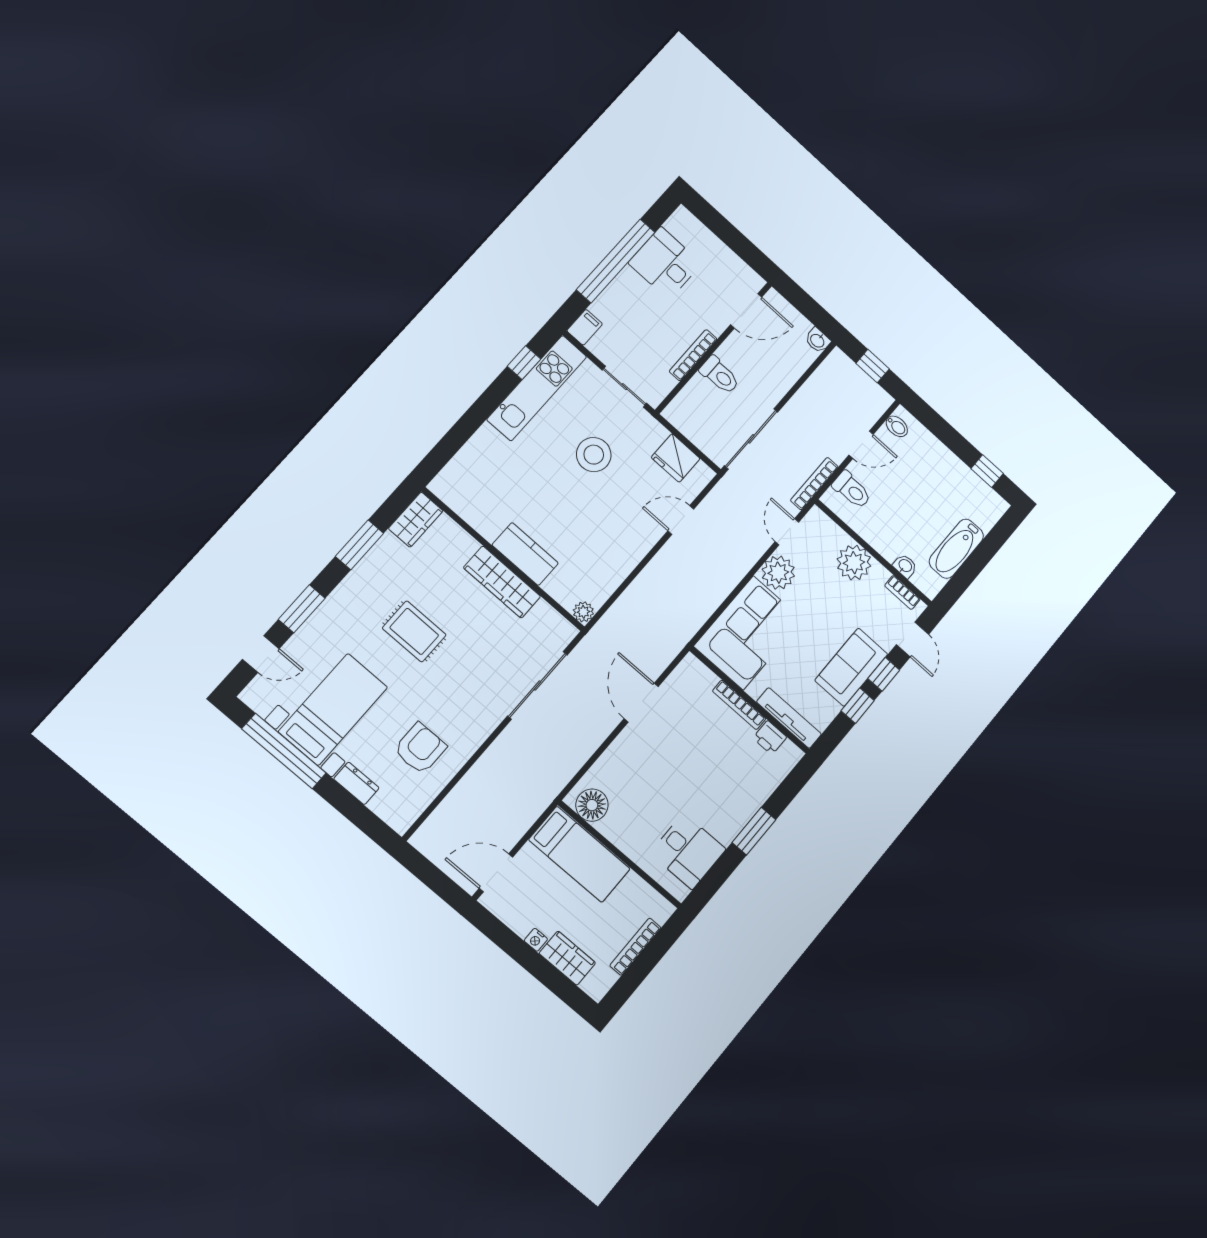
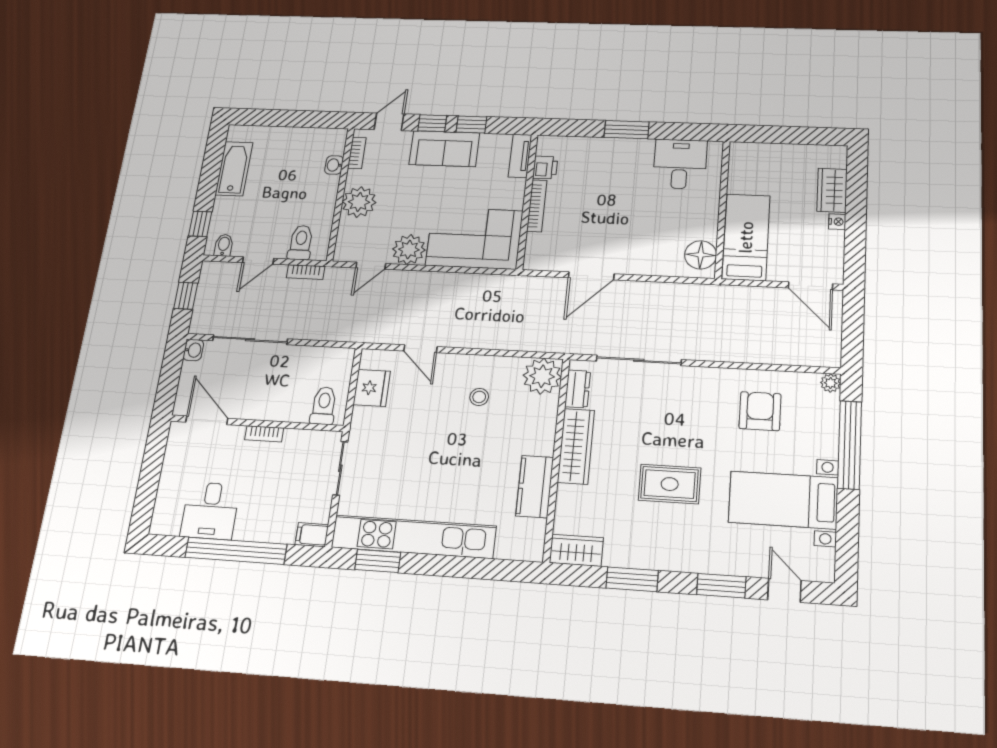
bookcase: (693, 355) -> (264, 434), width x0.64
window: (524, 363) -> (378, 561), width x1.50
toilet: (720, 375) -> (324, 406), moved
kitchen unit: (537, 388) -> (414, 537), width x1.36
sliding door: (751, 439) -> (250, 340), moved
door: (861, 445) -> (258, 260), swing flipped
stool: (594, 455) -> (479, 397), moved, width x0.53, depth x0.53
window: (987, 471) -> (200, 224), moved
bookcase: (814, 484) -> (306, 272), width x0.64
bathtub: (956, 549) -> (234, 169), moved, turned -90
kitchen counter: (525, 554) -> (535, 487), moved
plant: (583, 612) -> (542, 376), width x1.87, depth x1.87
rug: (414, 631) -> (670, 484), turned 90
tv unit: (789, 718) -> (520, 156), width x0.71
armchair: (420, 748) -> (760, 411), turned 90
window: (284, 751) -> (850, 445), moved
dresser: (356, 783) -> (578, 389), moved, turned 180
plant: (401, 823) -> (831, 383), added
bookcase: (635, 947) -> (783, 150), removed

